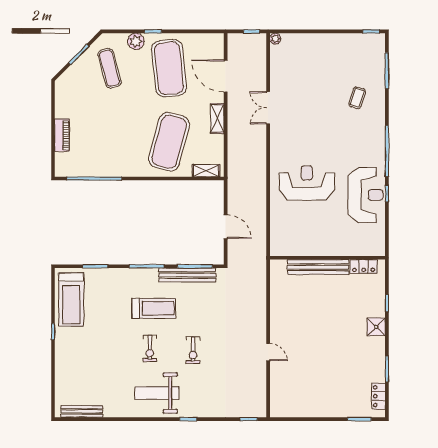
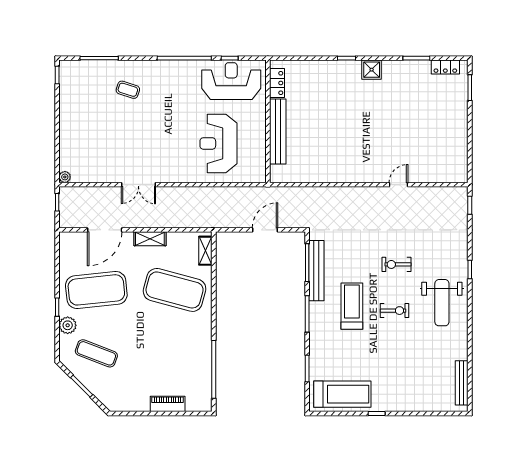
exercise mat: (110, 68) -> (96, 353), turned 36
wall: (327, 258) -> (268, 121), moved
locker: (364, 266) -> (277, 83), moved
bench: (318, 267) -> (278, 131), moved
exercise bike: (193, 350) -> (396, 264), turned 180

